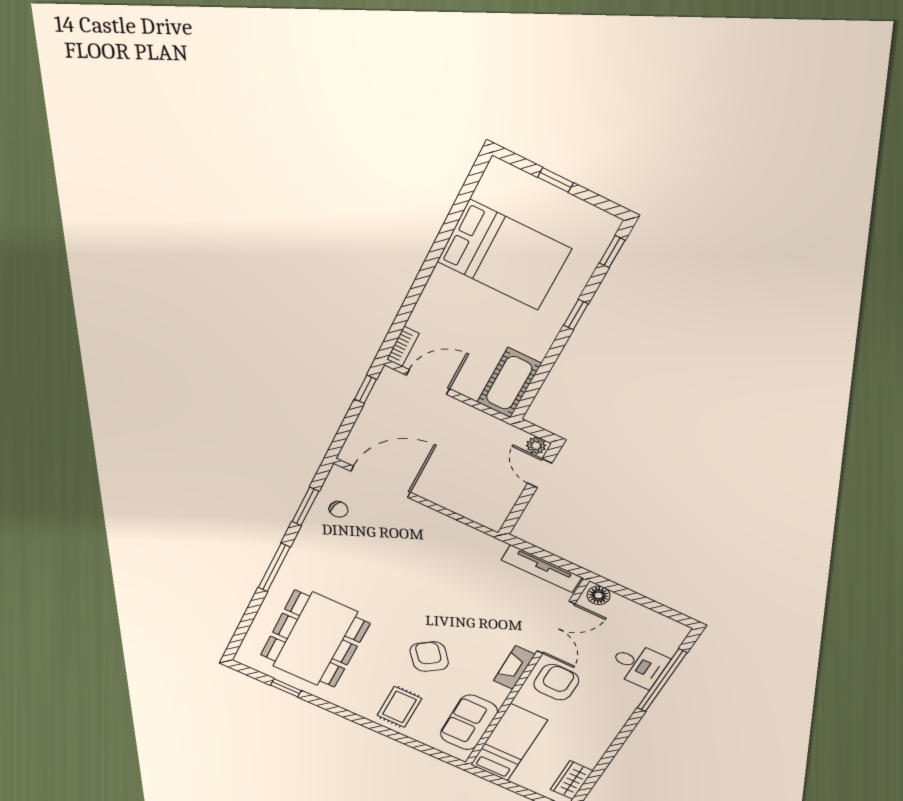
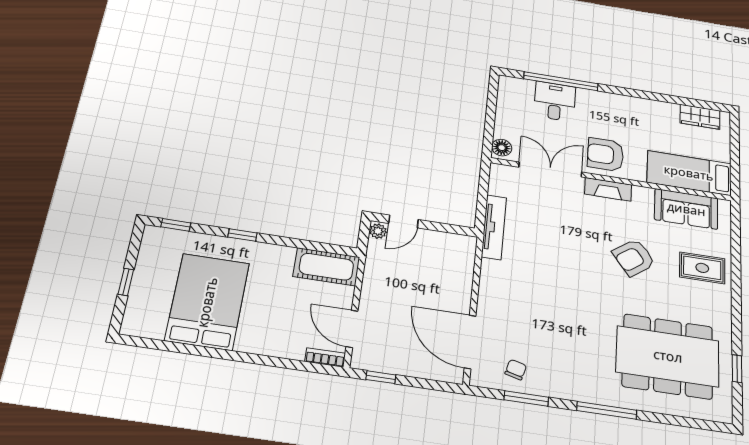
tv unit: (542, 569) -> (494, 227), moved

